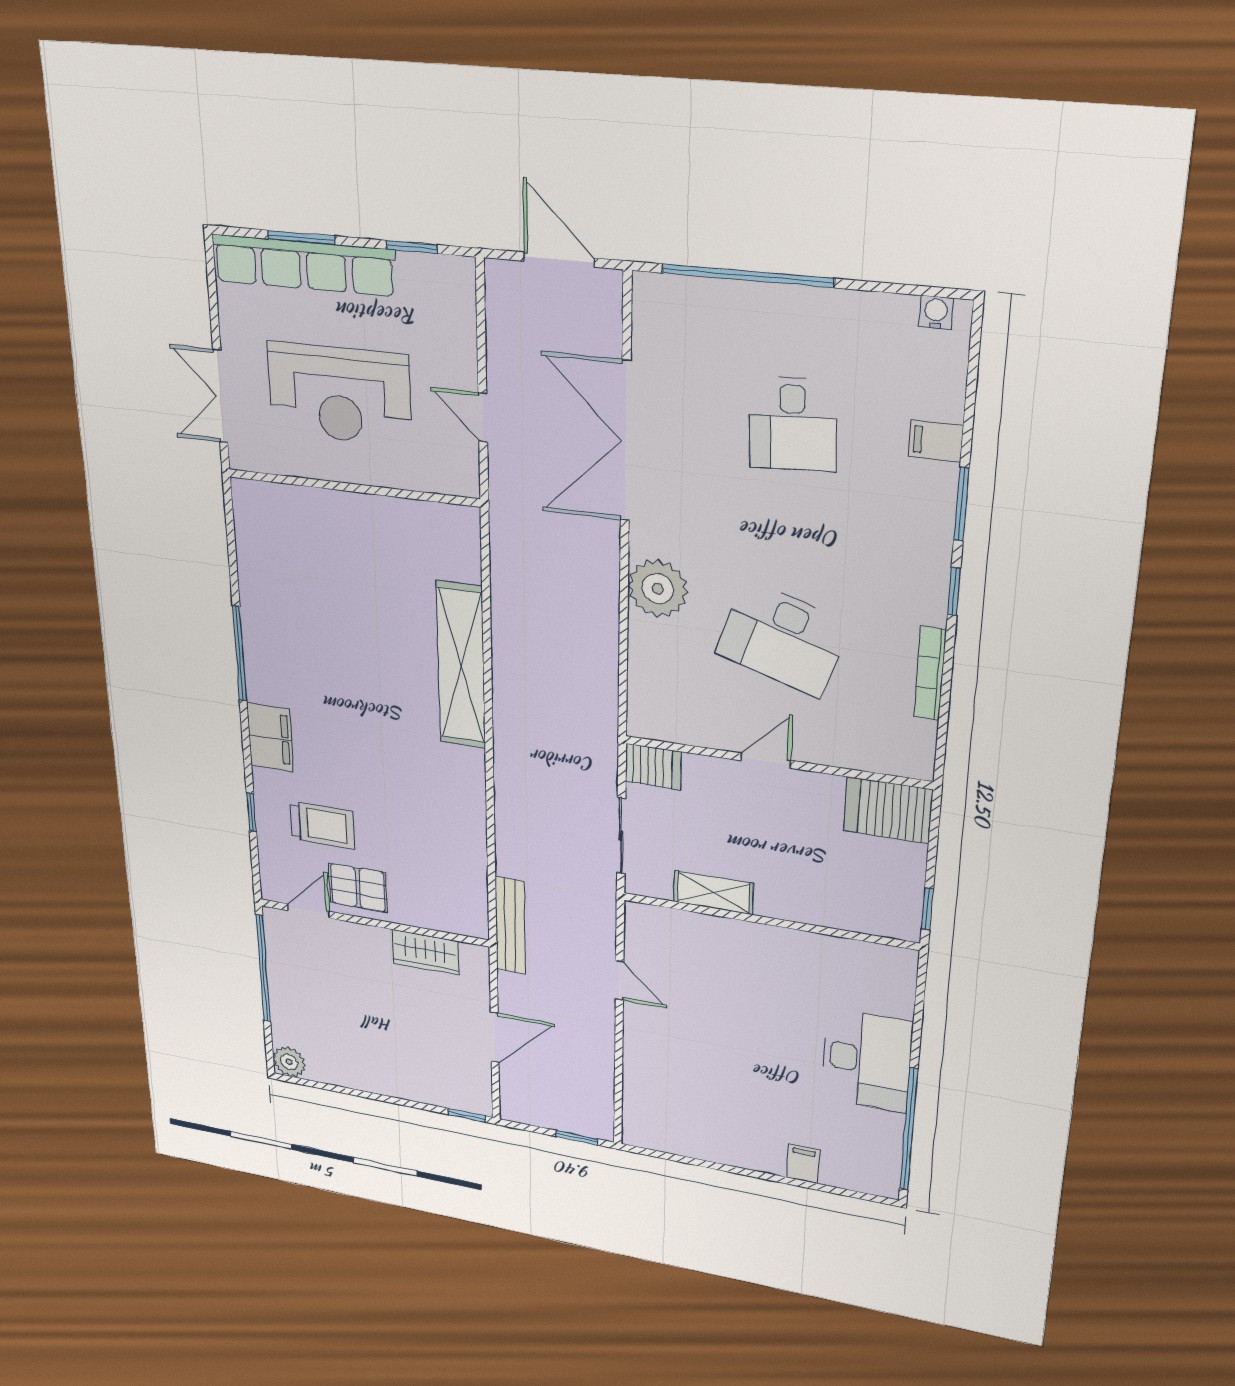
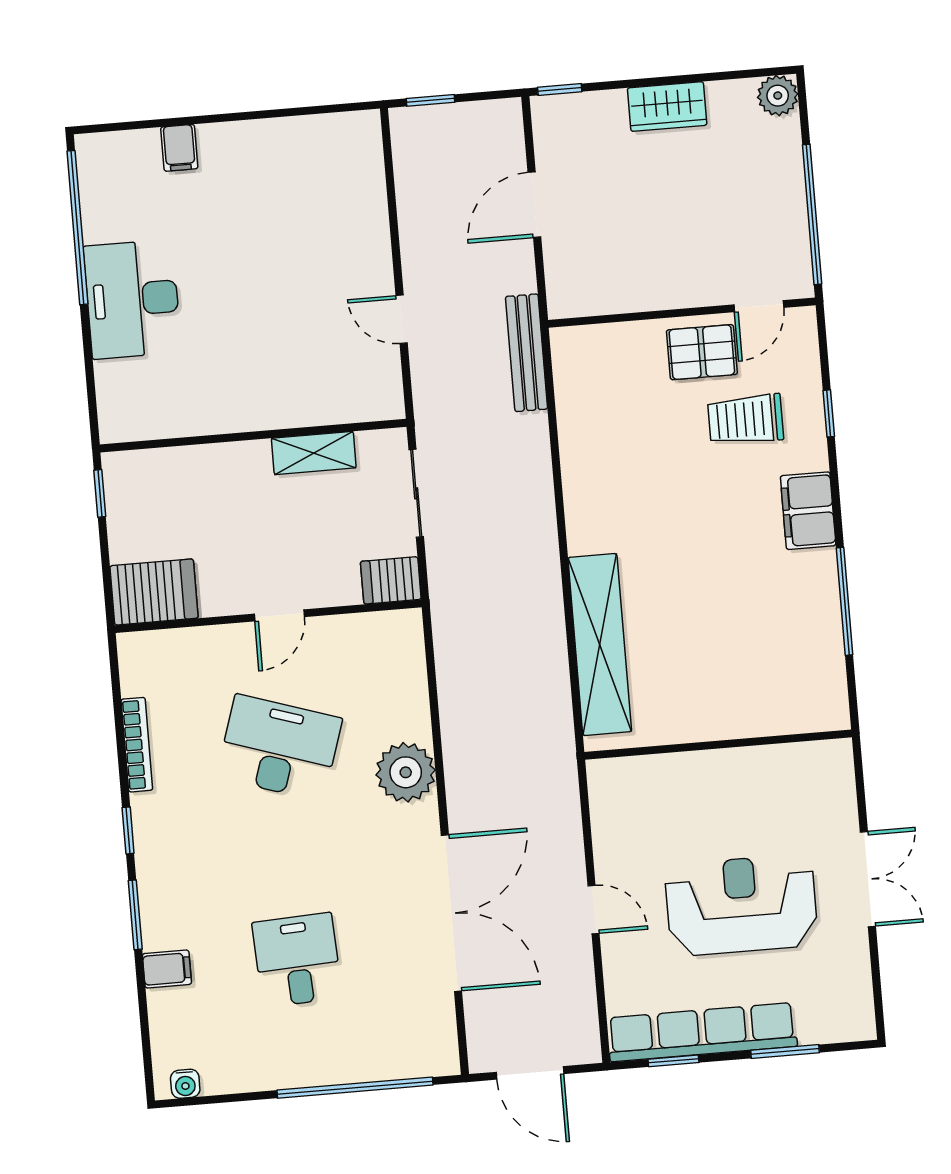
row of seats: (303, 265) -> (702, 1032), moved
wall: (353, 488) -> (718, 745), moved
wardrobe: (425, 952) -> (667, 107), moved, turned 180

